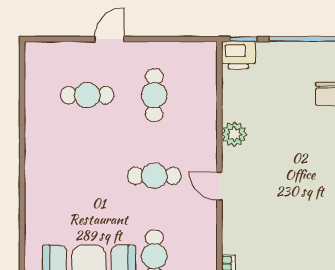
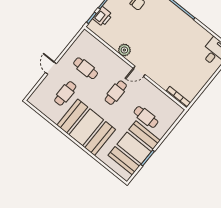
printer: (238, 55) -> (103, 17), moved
booth: (60, 173) -> (86, 127), added

